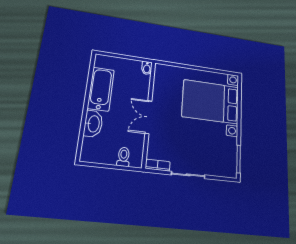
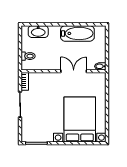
double door: (148, 117) -> (74, 71), moved
washbasin: (93, 124) -> (38, 32), moved

